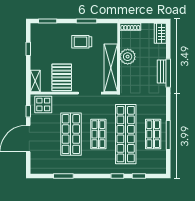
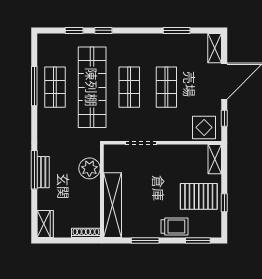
trolley: (82, 42) -> (175, 227), moved
plant: (128, 57) -> (89, 168), moved
shelving: (111, 68) -> (112, 205), moved
pallet: (62, 77) -> (199, 196), moved, turned 90
shop shelf: (71, 134) -> (166, 87), width x0.70, depth x0.74
shelving: (35, 163) -> (215, 48), added

